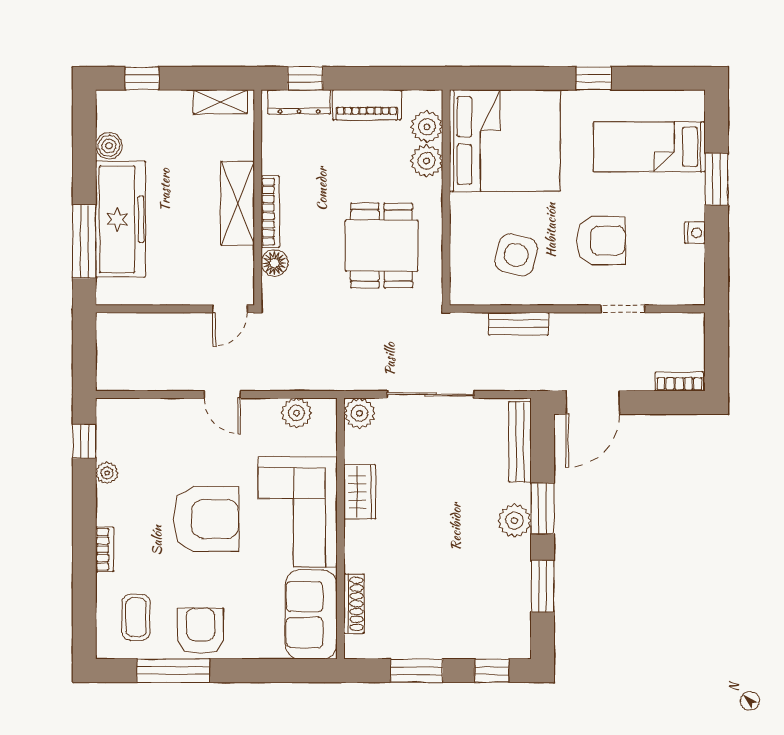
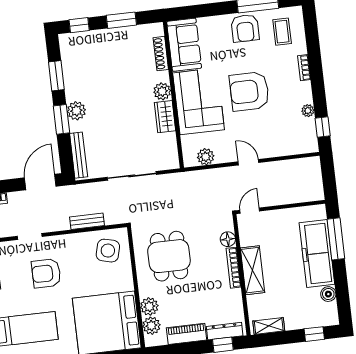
side table: (516, 255) -> (108, 251), moved
plant: (359, 413) -> (162, 91), moved

